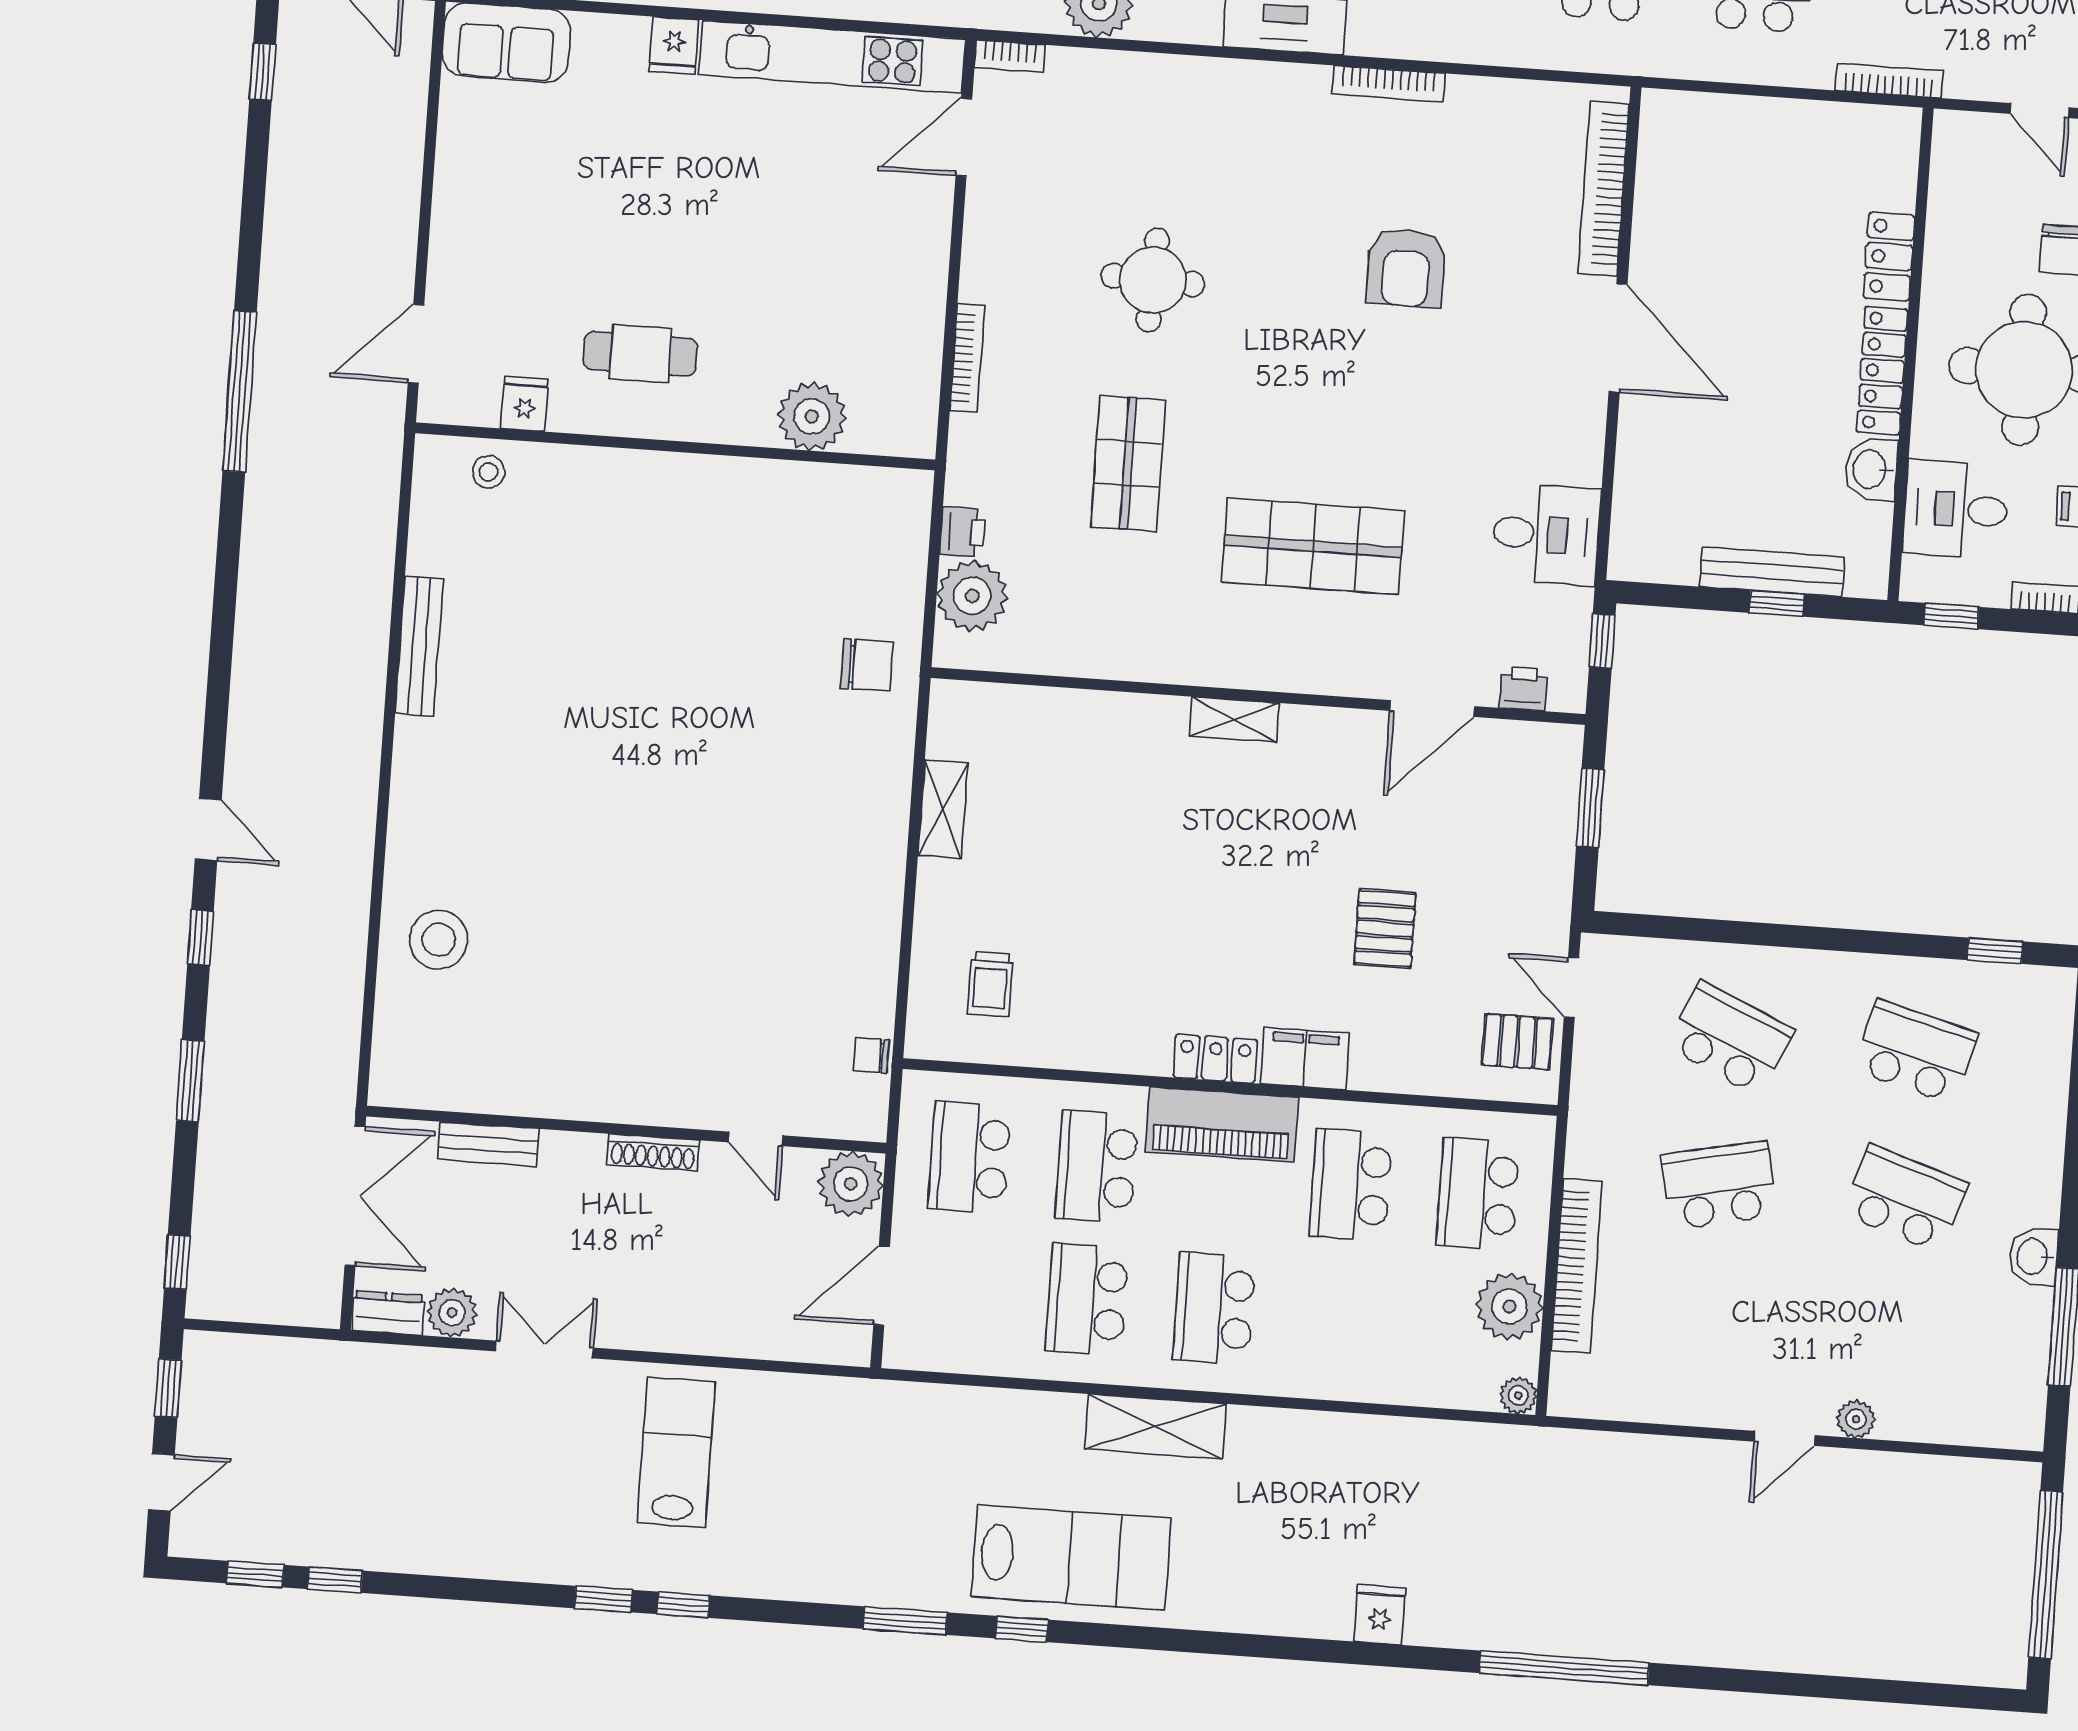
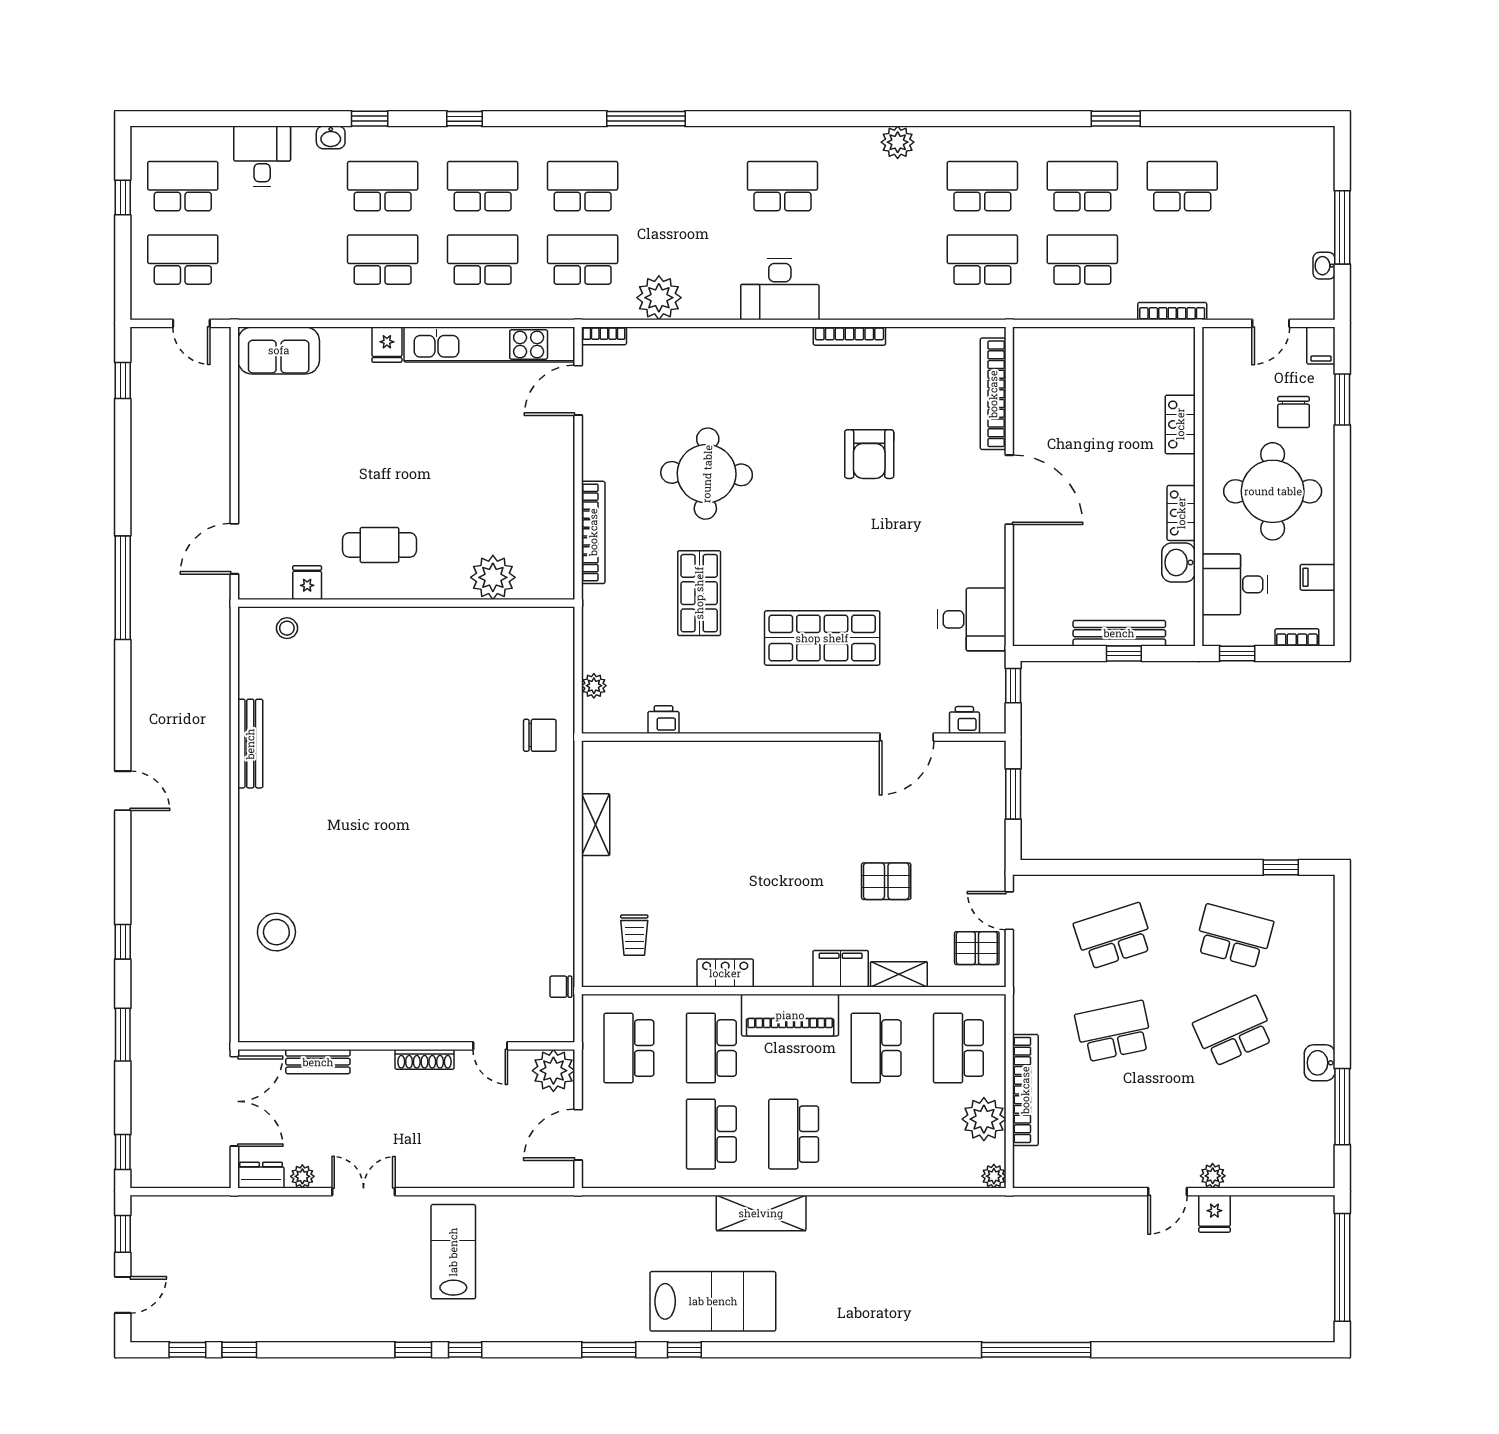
door: (2040, 111) -> (1271, 323), hinge flipped
round table: (1153, 280) -> (707, 474), width x1.36, depth x1.36
bookcase: (967, 358) -> (593, 532), width x1.48, depth x1.31
locker: (1882, 371) -> (1181, 513), width x0.66
printer: (963, 532) -> (663, 720), moved, turned -90
plant: (972, 596) -> (594, 686), width x0.53, depth x0.53
shelving: (1235, 720) -> (899, 974), moved
door: (208, 829) -> (123, 791), moved
pallet: (1385, 929) -> (886, 881), turned 90
school desk: (1730, 1038) -> (1114, 936), turned -42
locker: (1215, 1059) -> (725, 973), moved
school desk: (1905, 1199) -> (1234, 1031), turned -42
plant: (452, 1313) -> (302, 1176), width x0.73, depth x0.73
fridge: (1380, 1615) -> (1214, 1214), moved, turned 180

